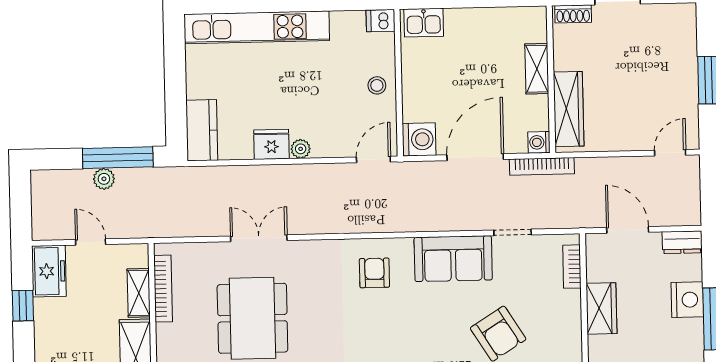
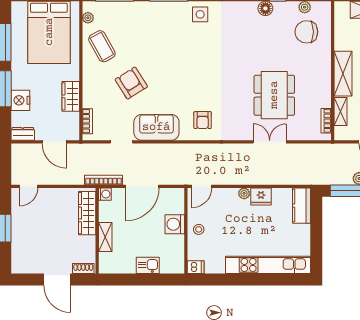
kitchen sink: (424, 23) -> (148, 265), moved
washing machine: (419, 139) -> (175, 224), moved
double door: (259, 238) -> (270, 142), swing flipped
bookcase: (163, 289) -> (326, 121), width x0.64

